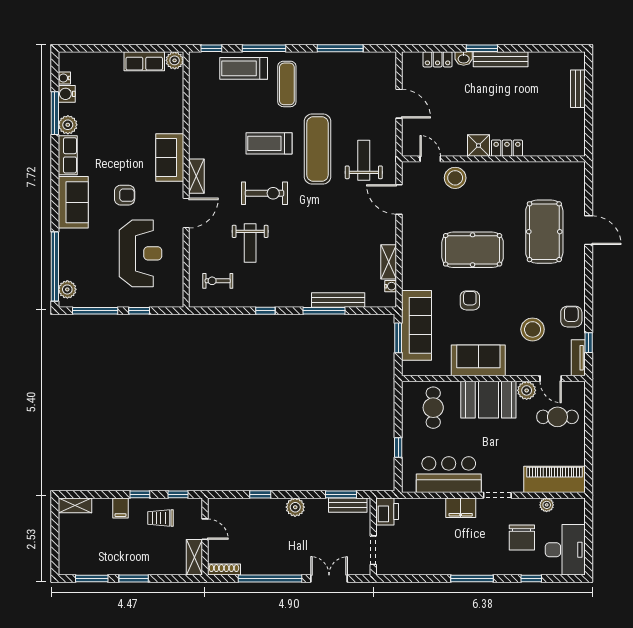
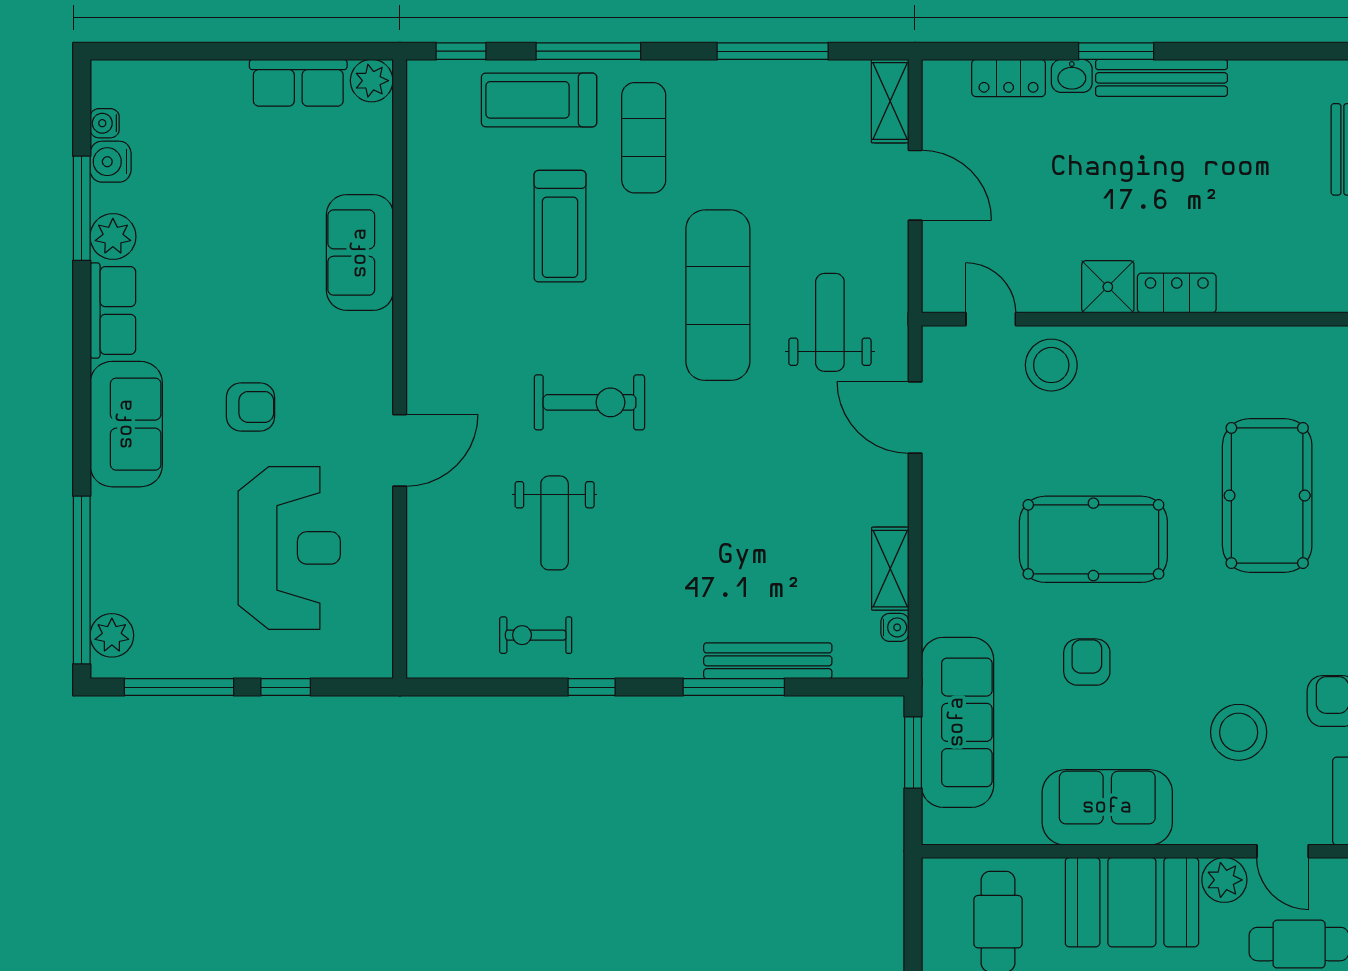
treadmill: (269, 143) -> (560, 226), moved, turned -90
sofa: (170, 157) -> (360, 253), moved
shelving: (196, 176) -> (890, 101), moved
exercise bike: (218, 281) -> (536, 635), moved

